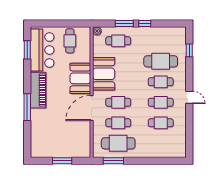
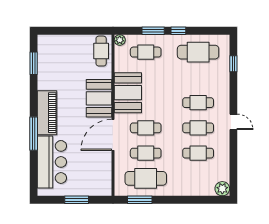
cafe table: (70, 41) -> (101, 51), moved
bar counter: (42, 50) -> (52, 162), moved
cafe table: (161, 61) -> (198, 52), moved
plant: (180, 152) -> (222, 189), added

